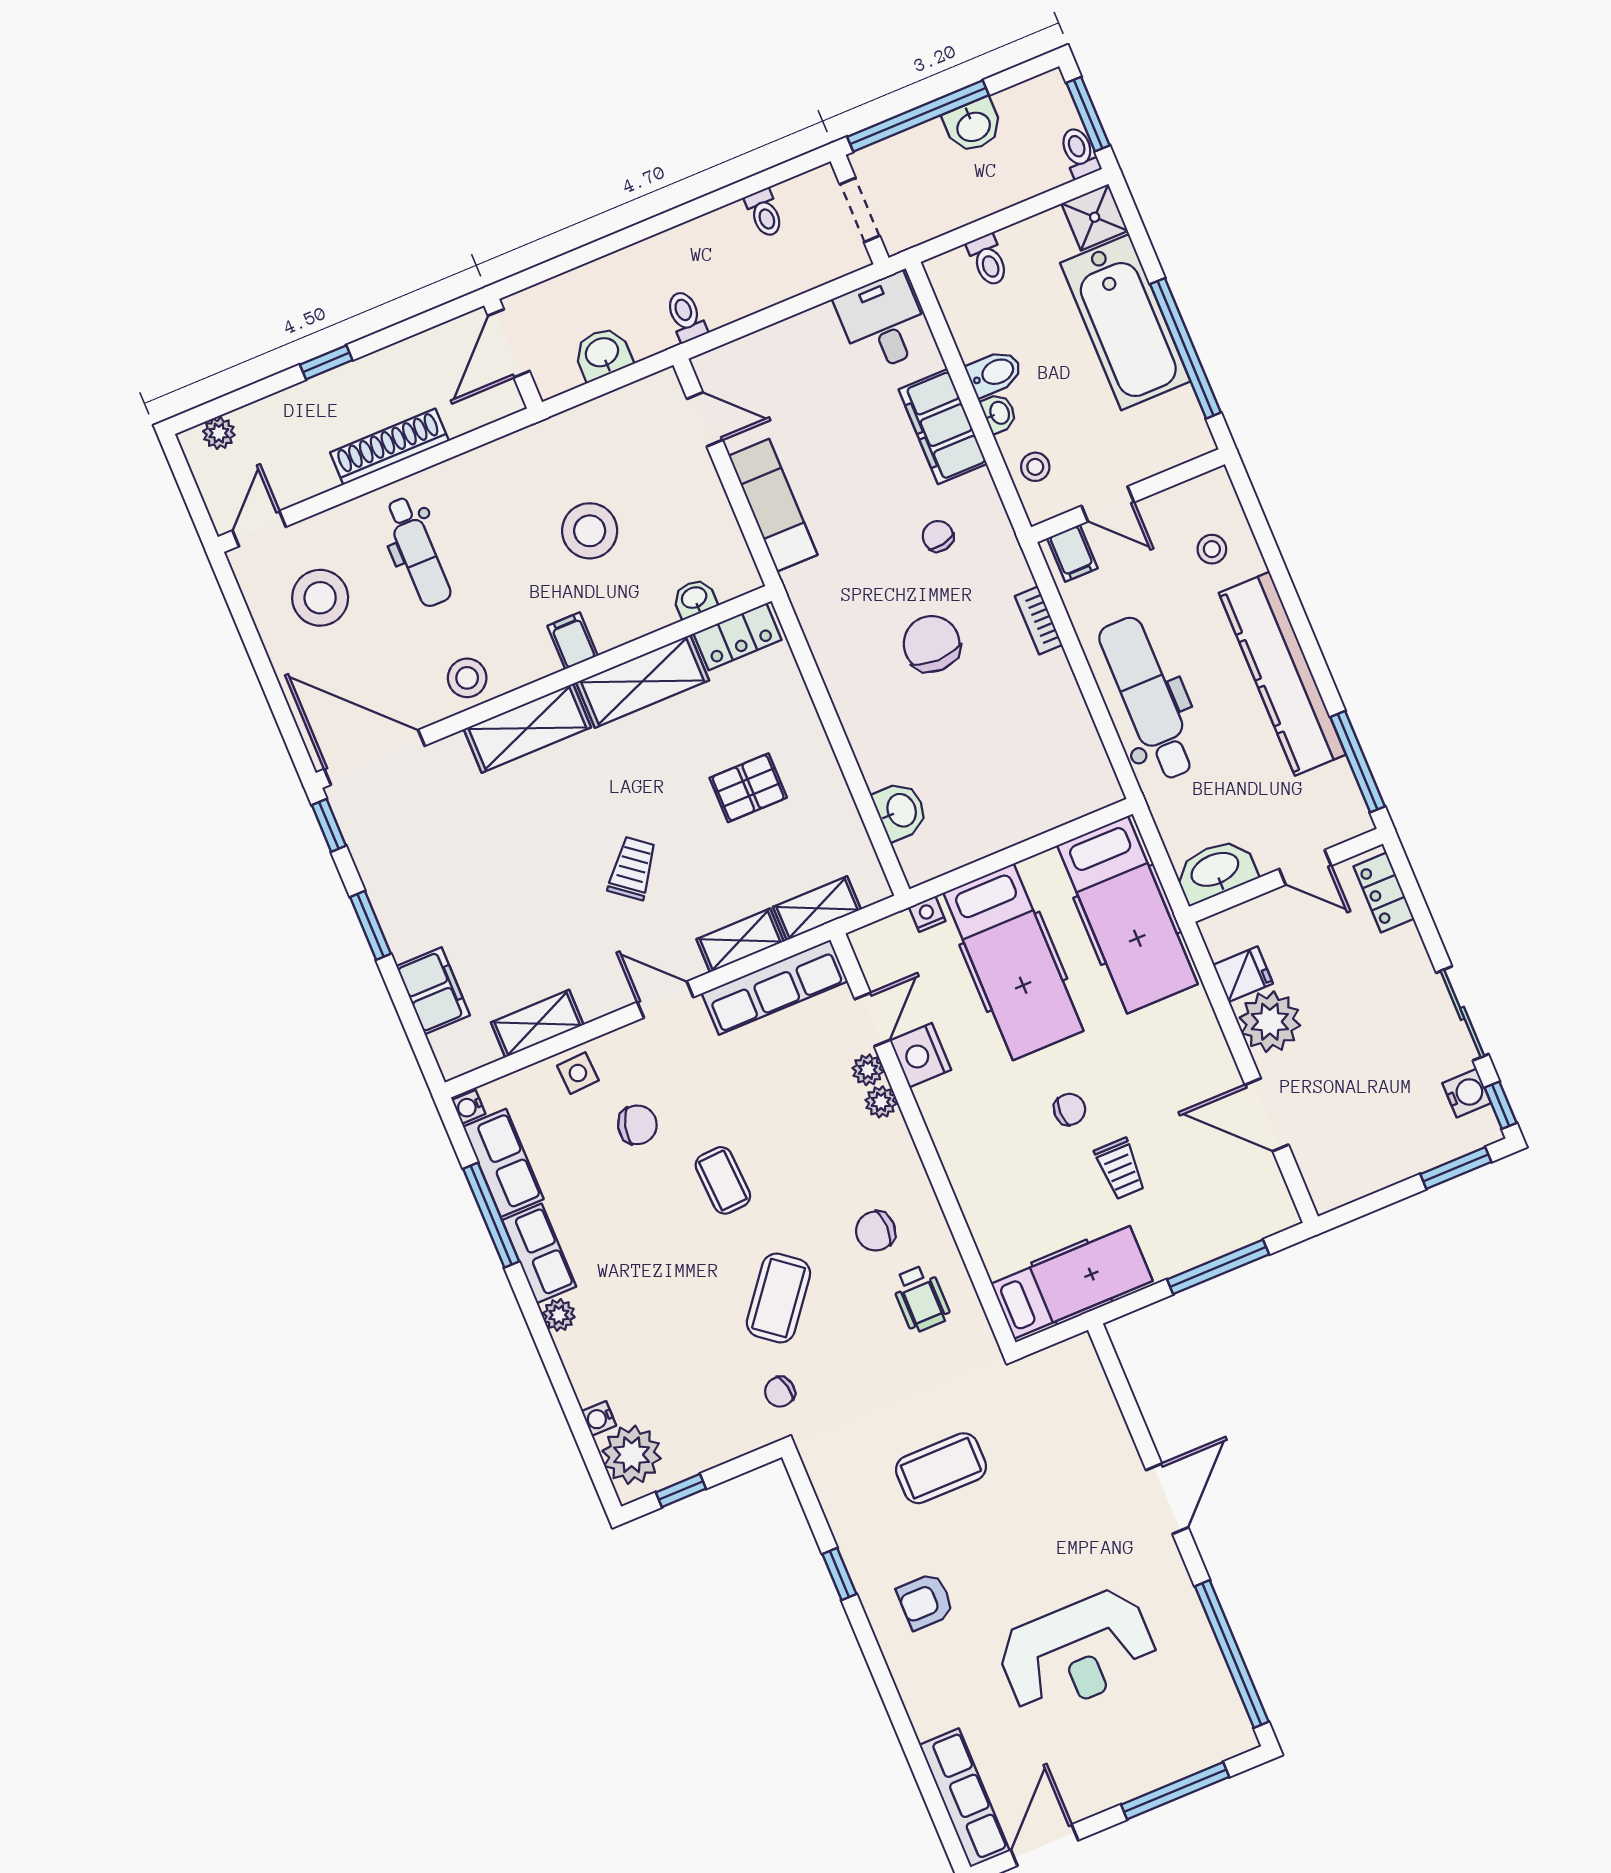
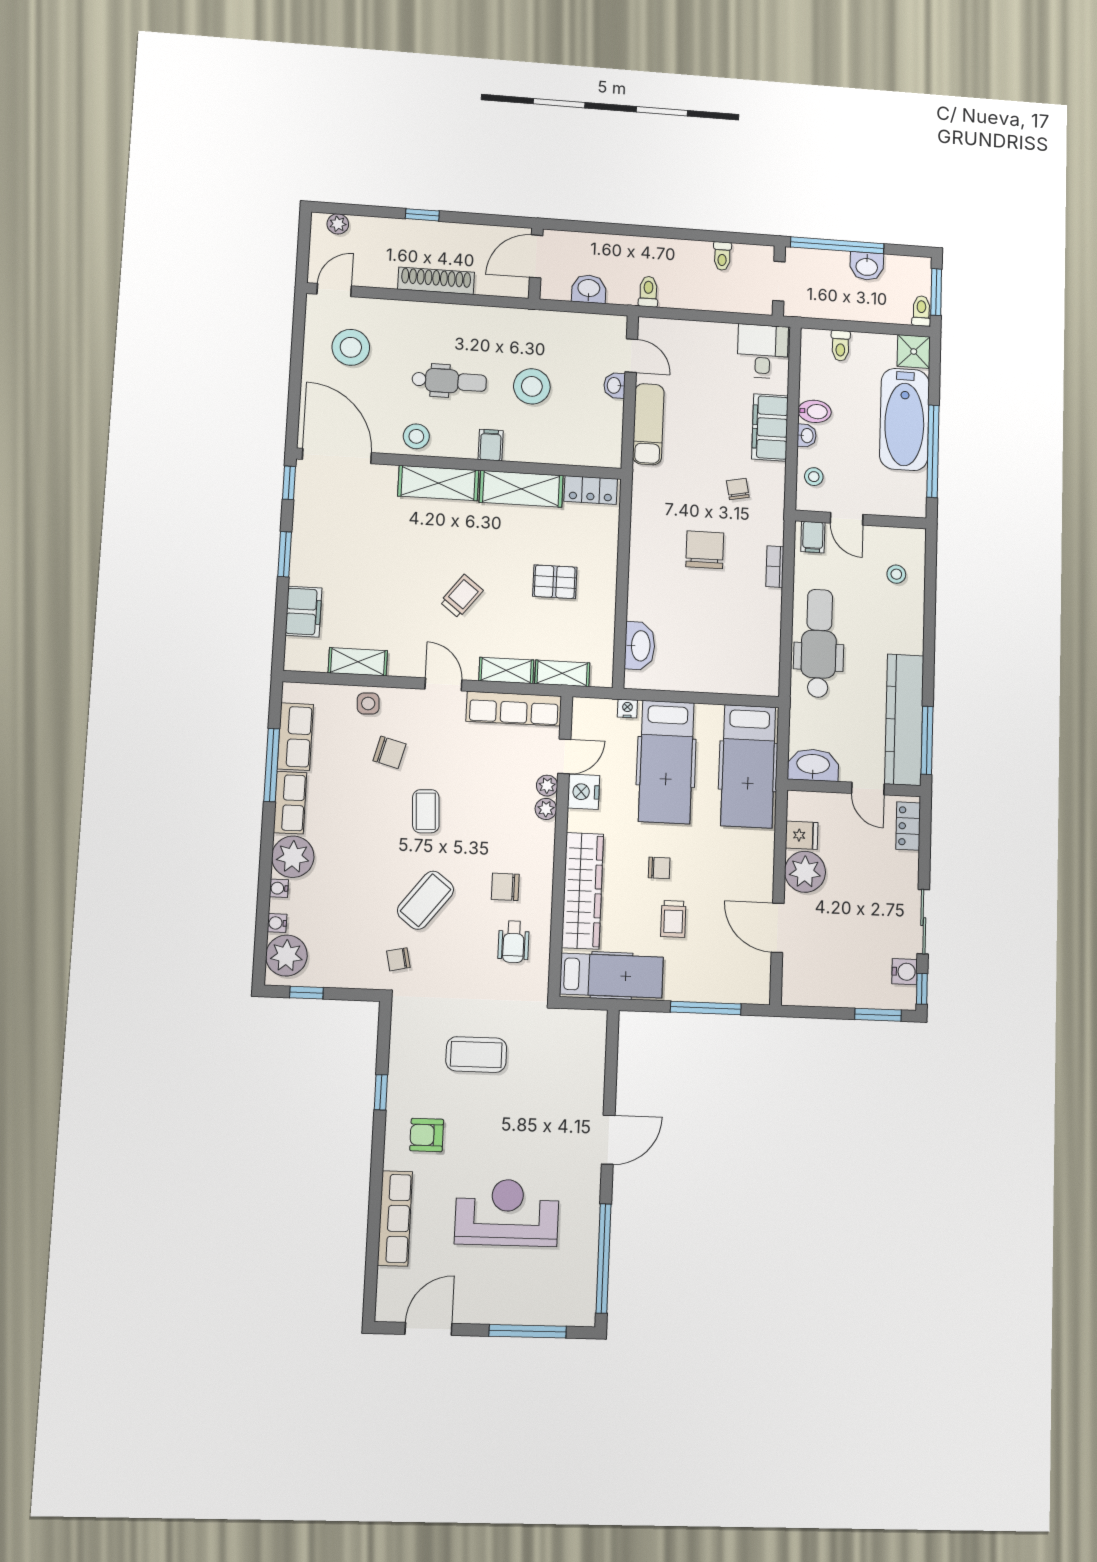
dental chair: (418, 552) -> (449, 381), moved, turned -90
washbasin: (694, 598) -> (614, 385), moved, turned -90
kitchen counter: (1282, 674) -> (904, 720), moved
washbasin: (900, 811) -> (640, 646), width x1.38
water cooler: (469, 1107) -> (279, 888), moved
wardrobe: (981, 1188) -> (583, 891), added
plant: (559, 1315) -> (293, 857), width x1.88, depth x1.88
reception desk: (1077, 1653) -> (507, 1213), turned 180
row of seats: (965, 1798) -> (395, 1218), moved

